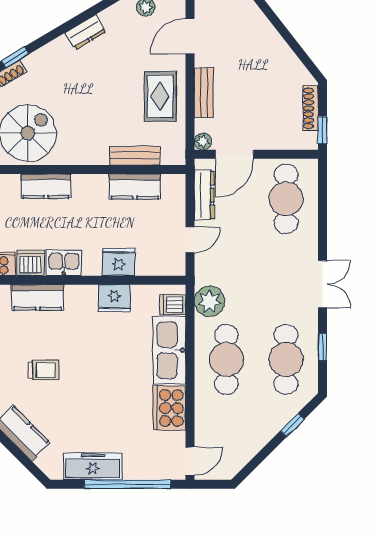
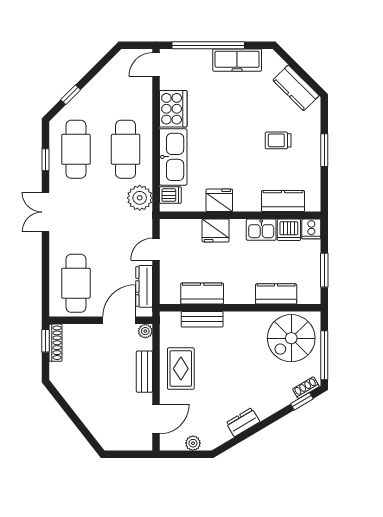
shoe rack: (310, 108) -> (56, 343), moved

